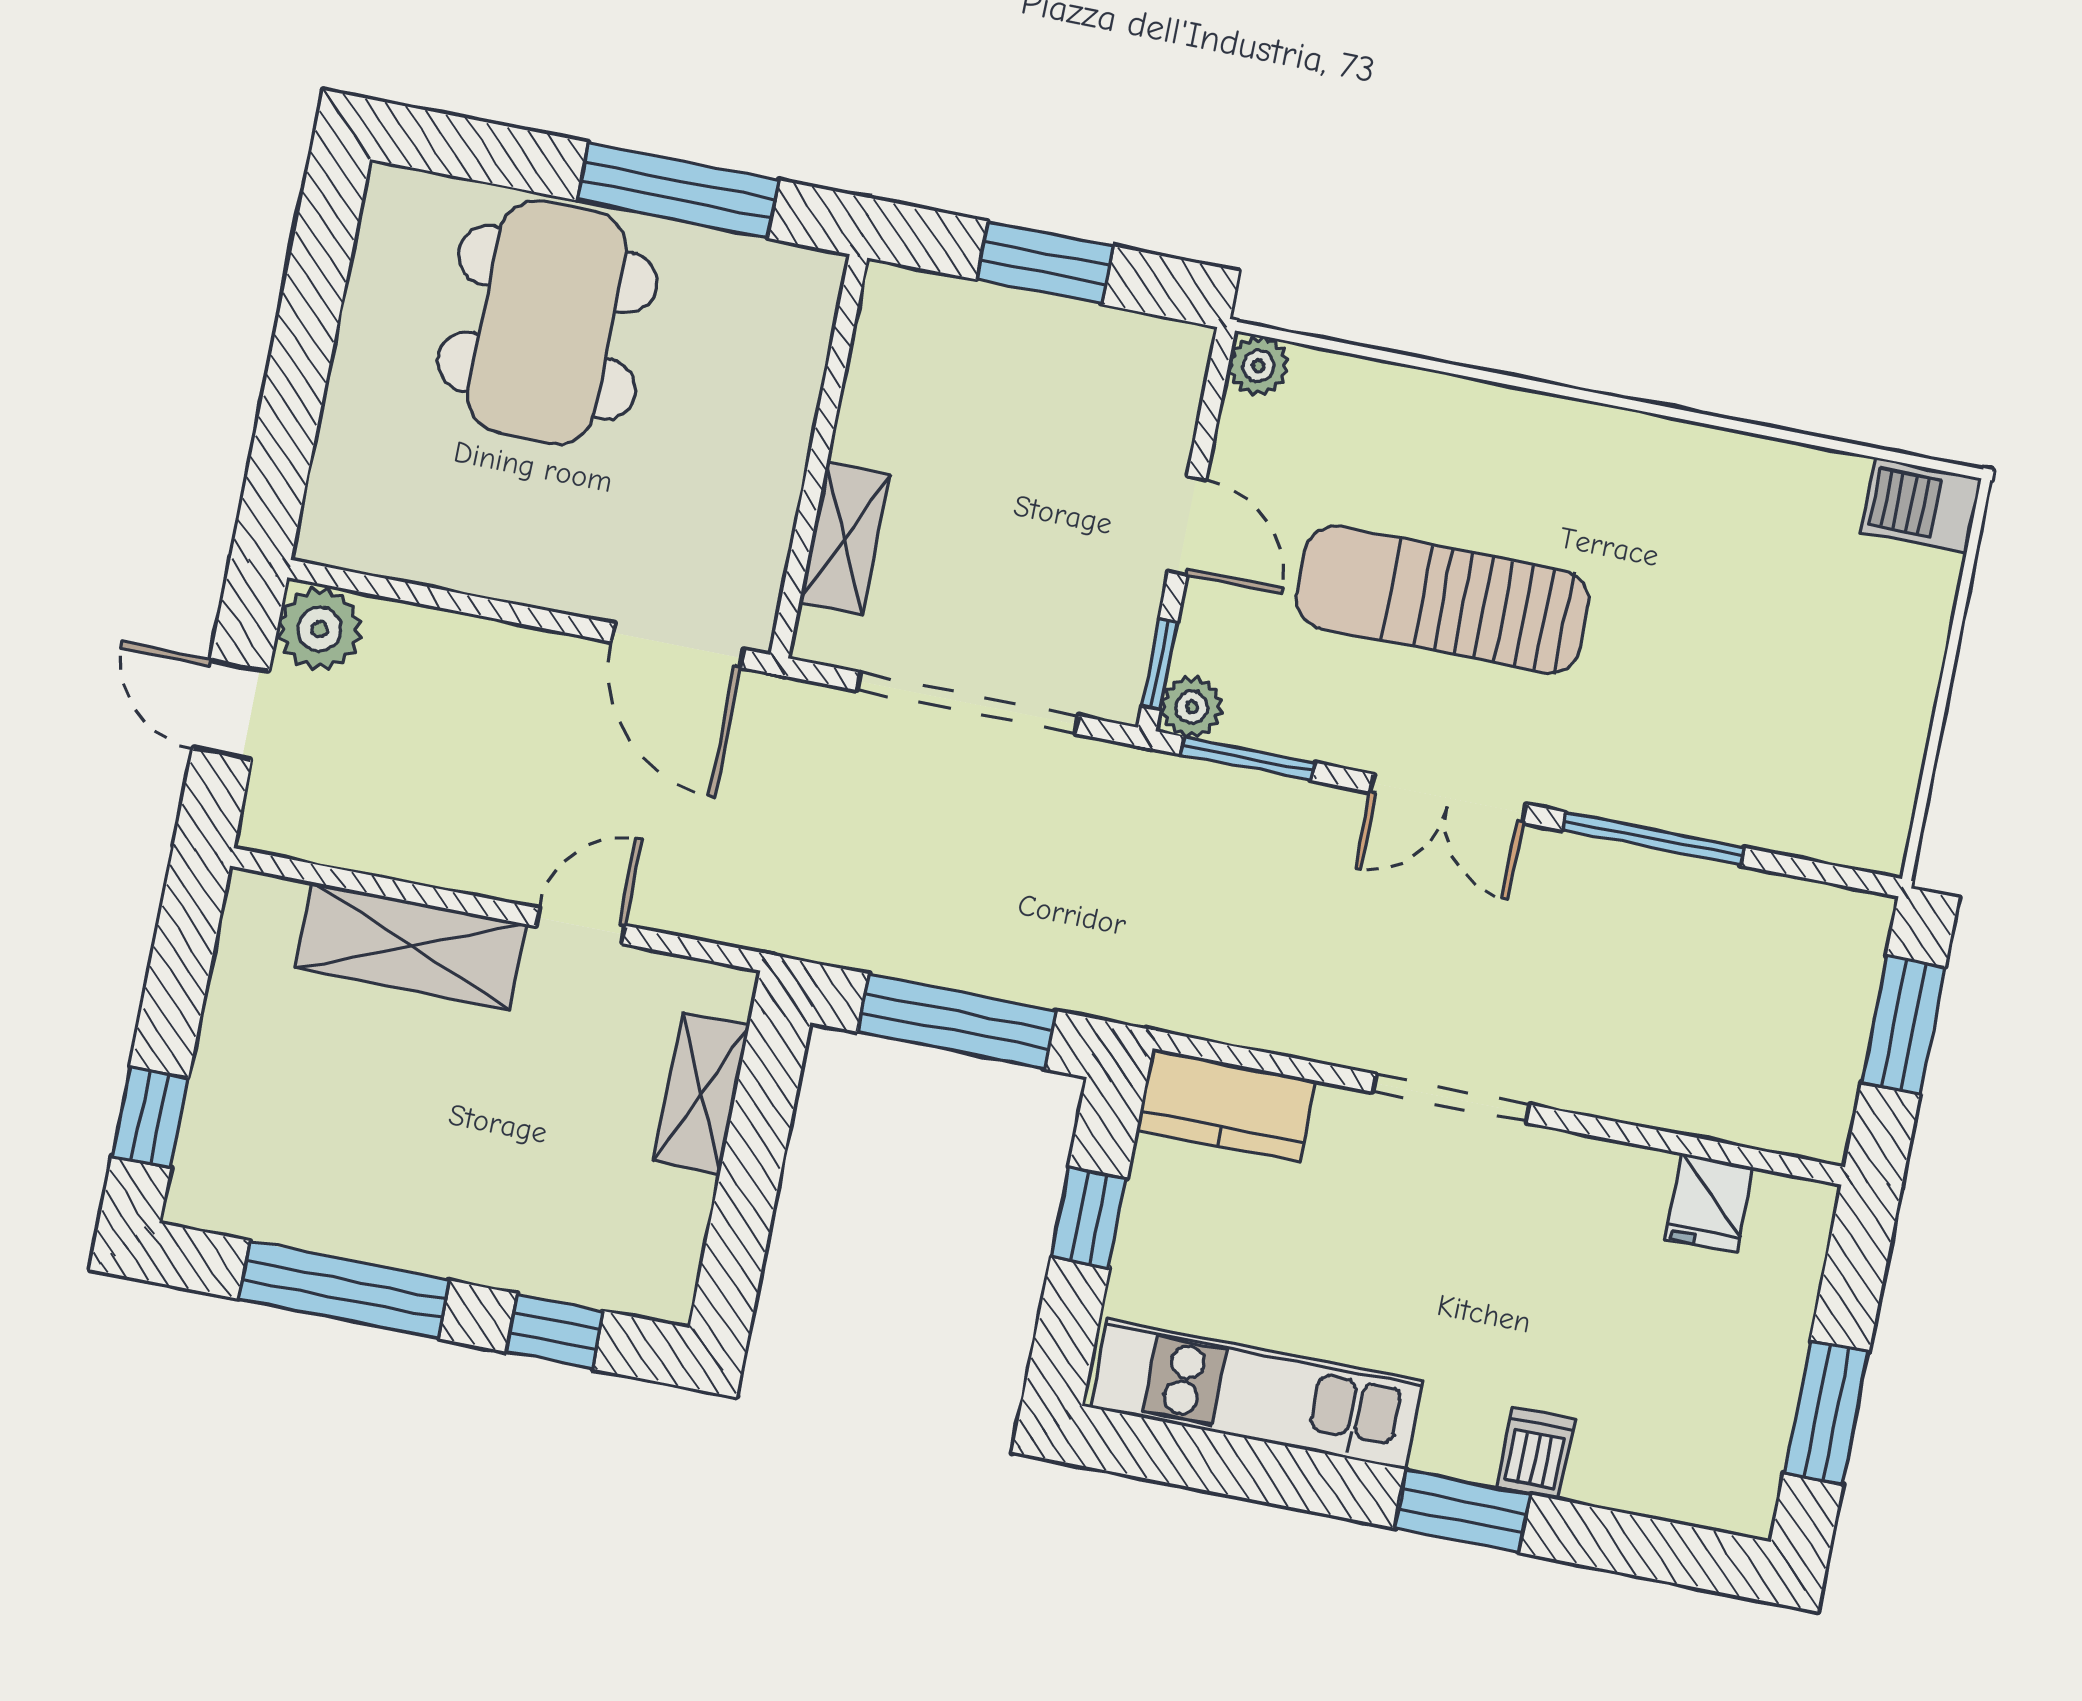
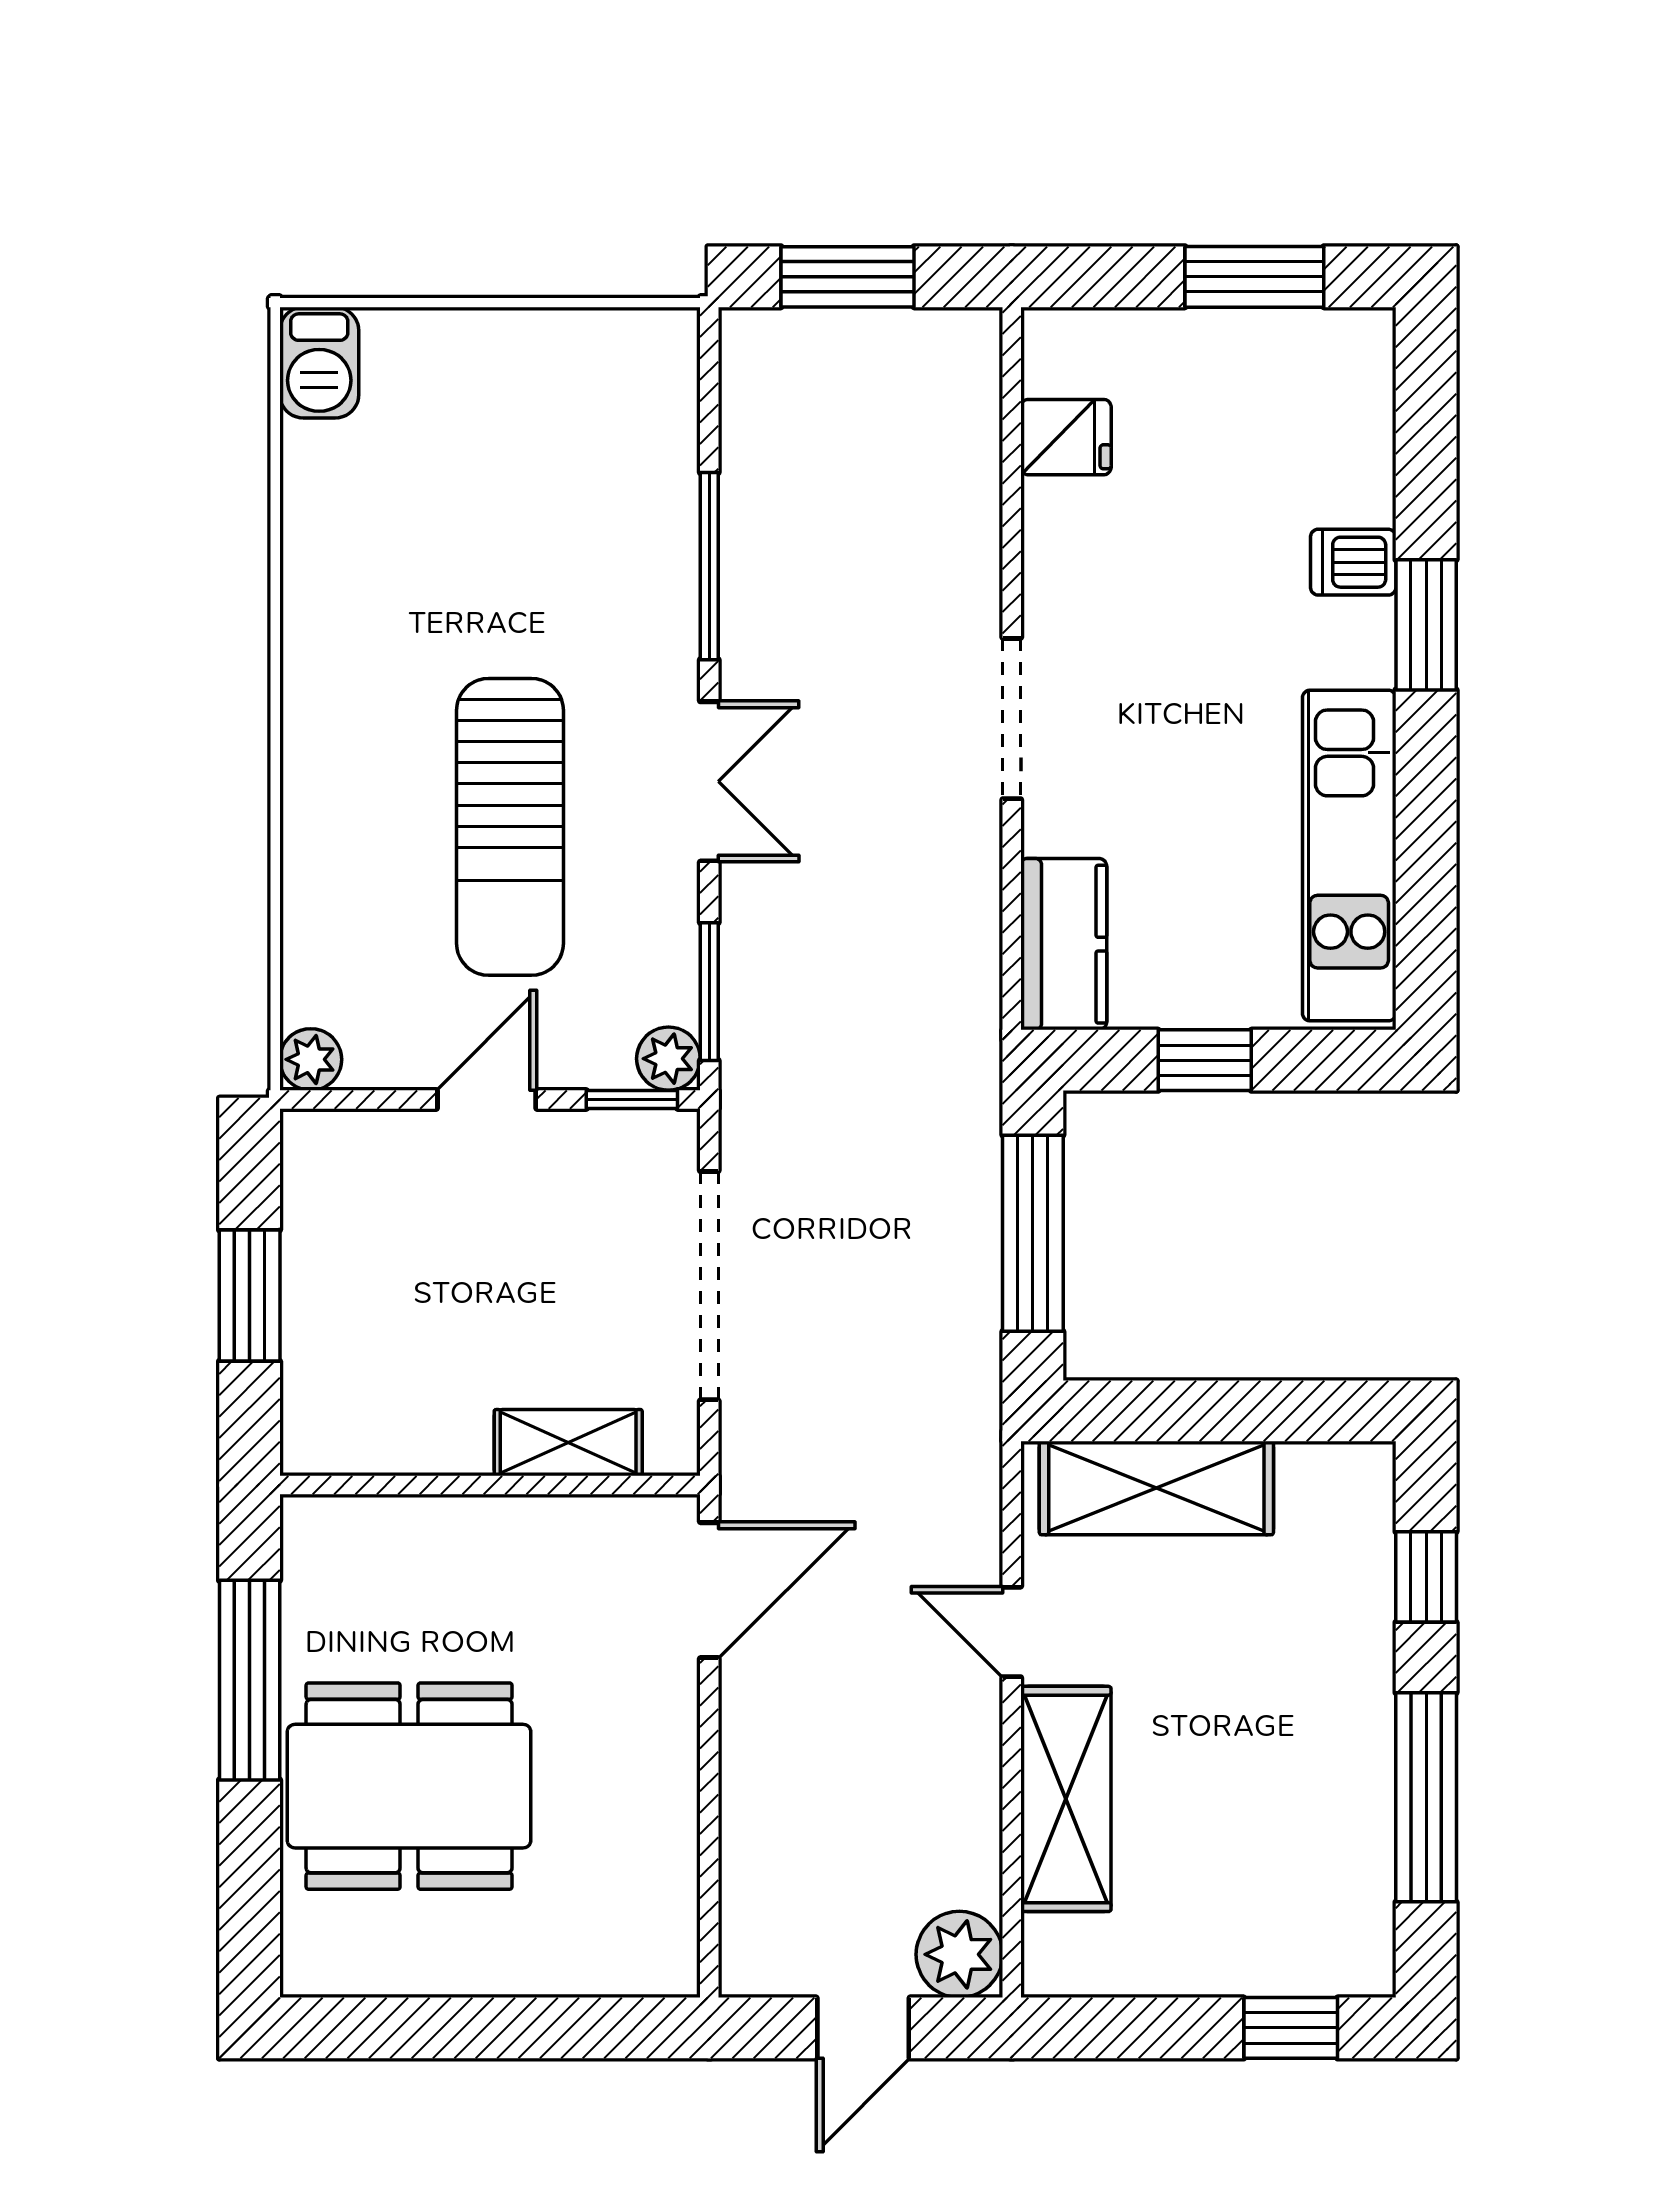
plant: (320, 629) -> (959, 1954), moved
shelving: (701, 1093) -> (1156, 1488), width x1.50, depth x1.33

